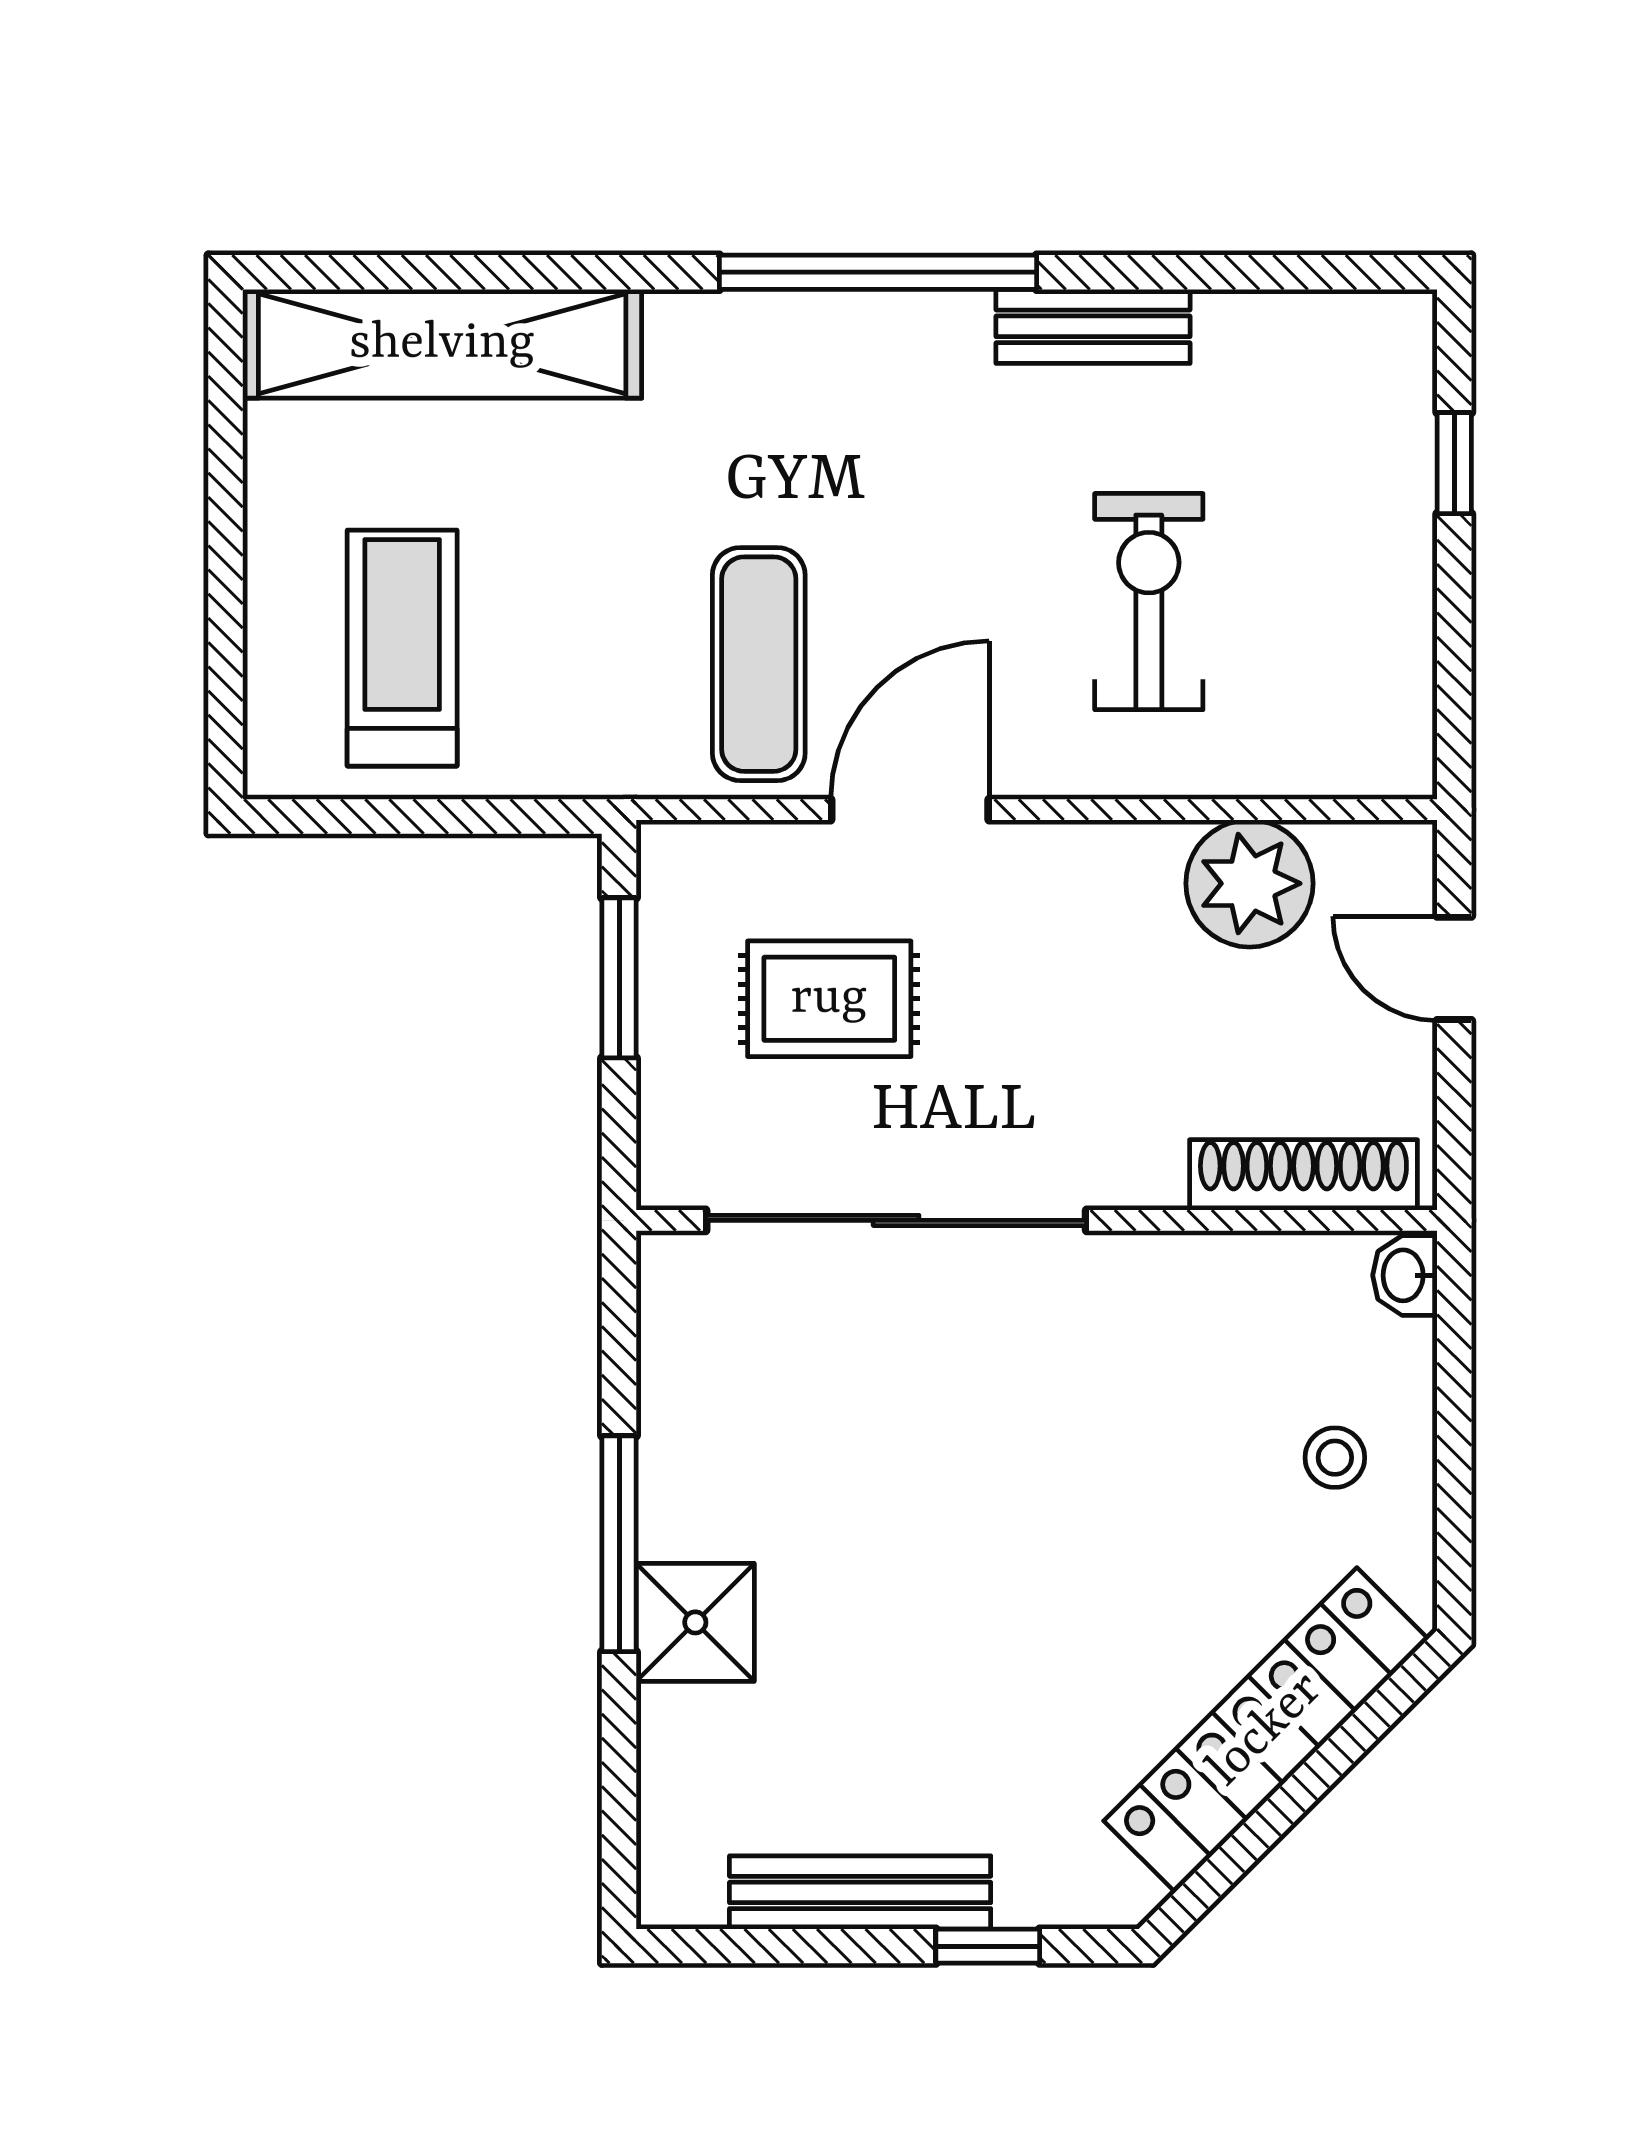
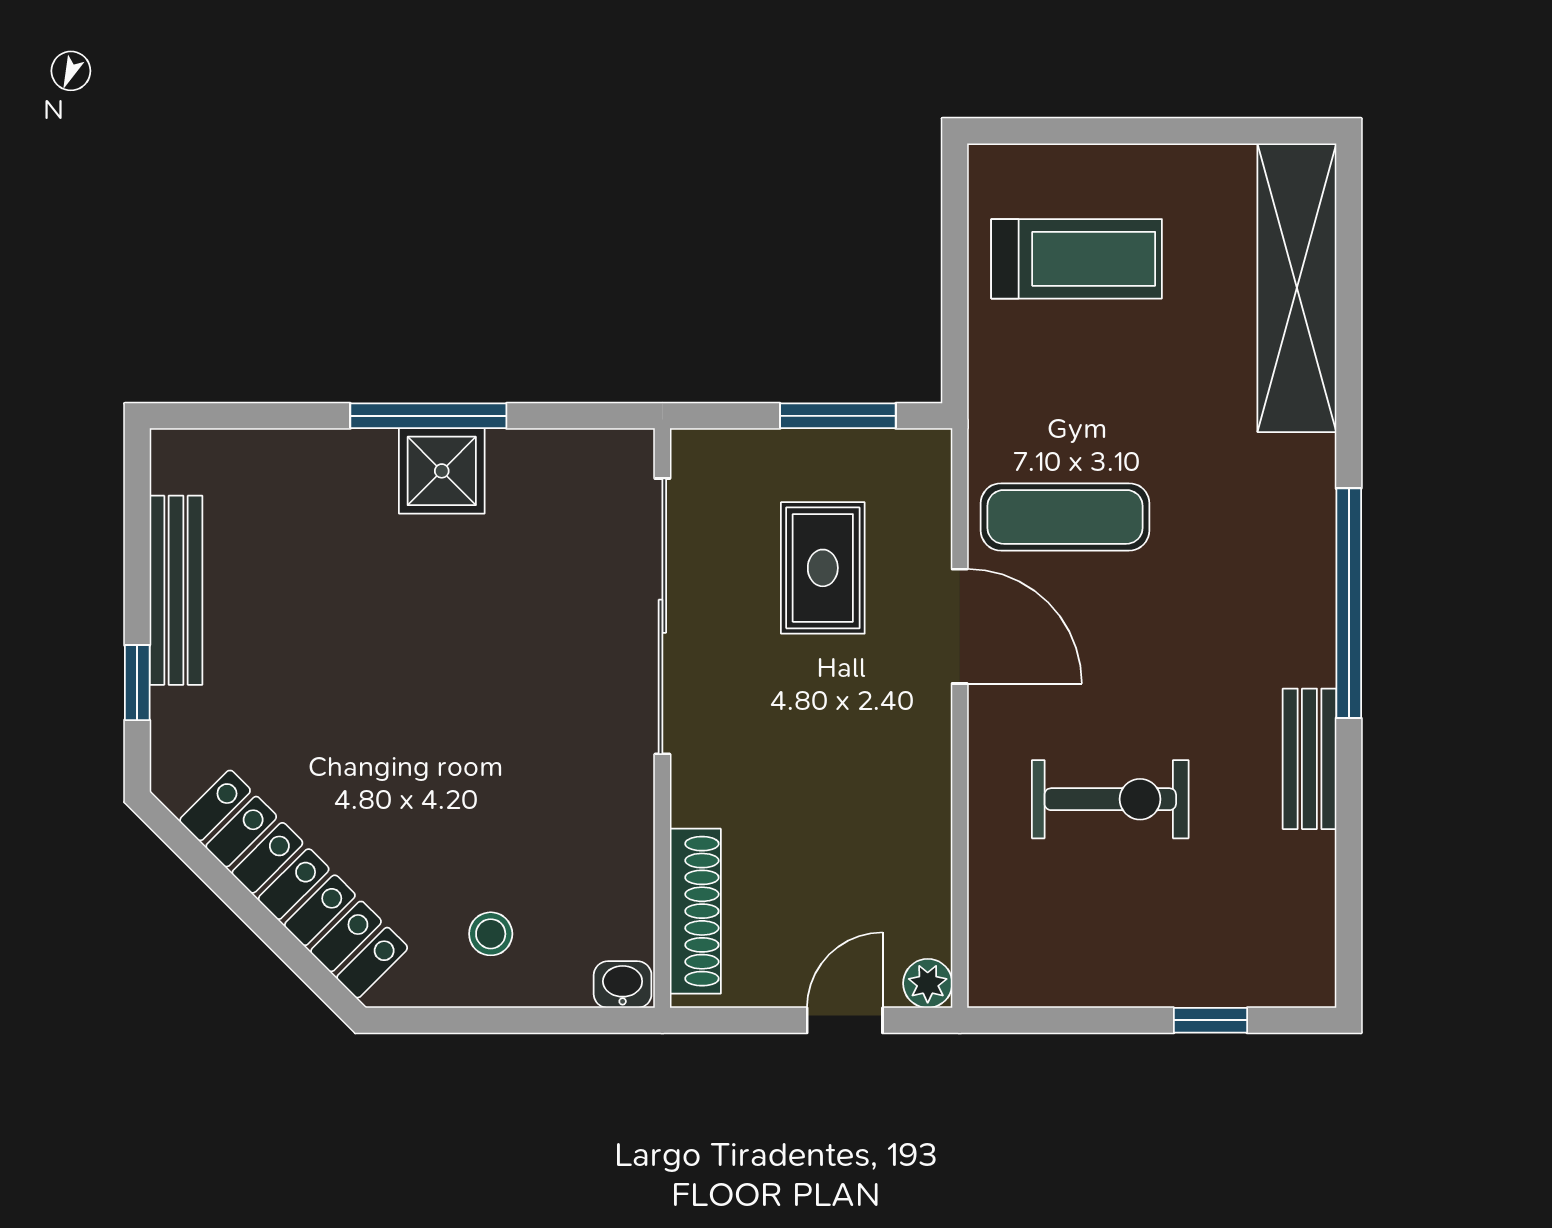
plant: (1249, 883) -> (928, 983), moved, width x0.53, depth x0.53
shower: (695, 1622) -> (442, 471), moved

